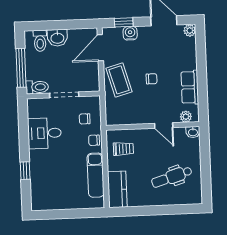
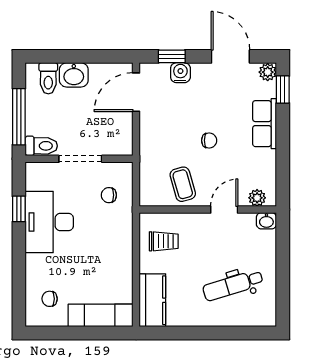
window: (200, 42) -> (283, 89), added
coffee table: (119, 80) -> (183, 184), moved, width x0.73, depth x0.77
row of seats: (190, 87) -> (265, 124), moved
door: (164, 126) -> (224, 209), swing flipped
desk: (45, 133) -> (49, 222), width x1.37
chair: (94, 140) -> (50, 299), moved
window: (25, 171) -> (19, 209), moved
exam couch: (96, 175) -> (101, 315), moved, turned 90

